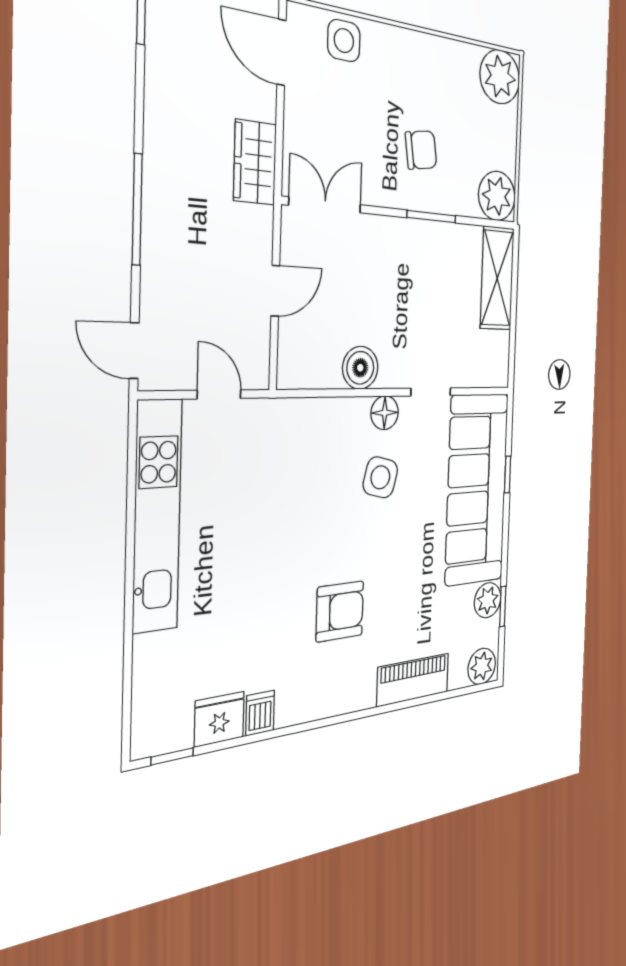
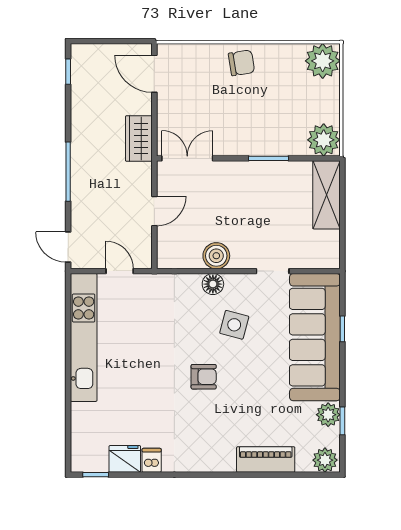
side table: (344, 41) -> (197, 59), removed
chair: (421, 150) -> (241, 63), moved
floor lamp: (385, 413) -> (213, 284), moved
armchair: (340, 611) -> (204, 377), moved, width x0.72, depth x0.72

